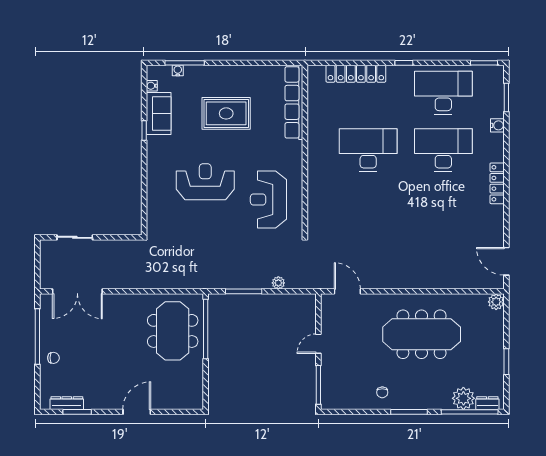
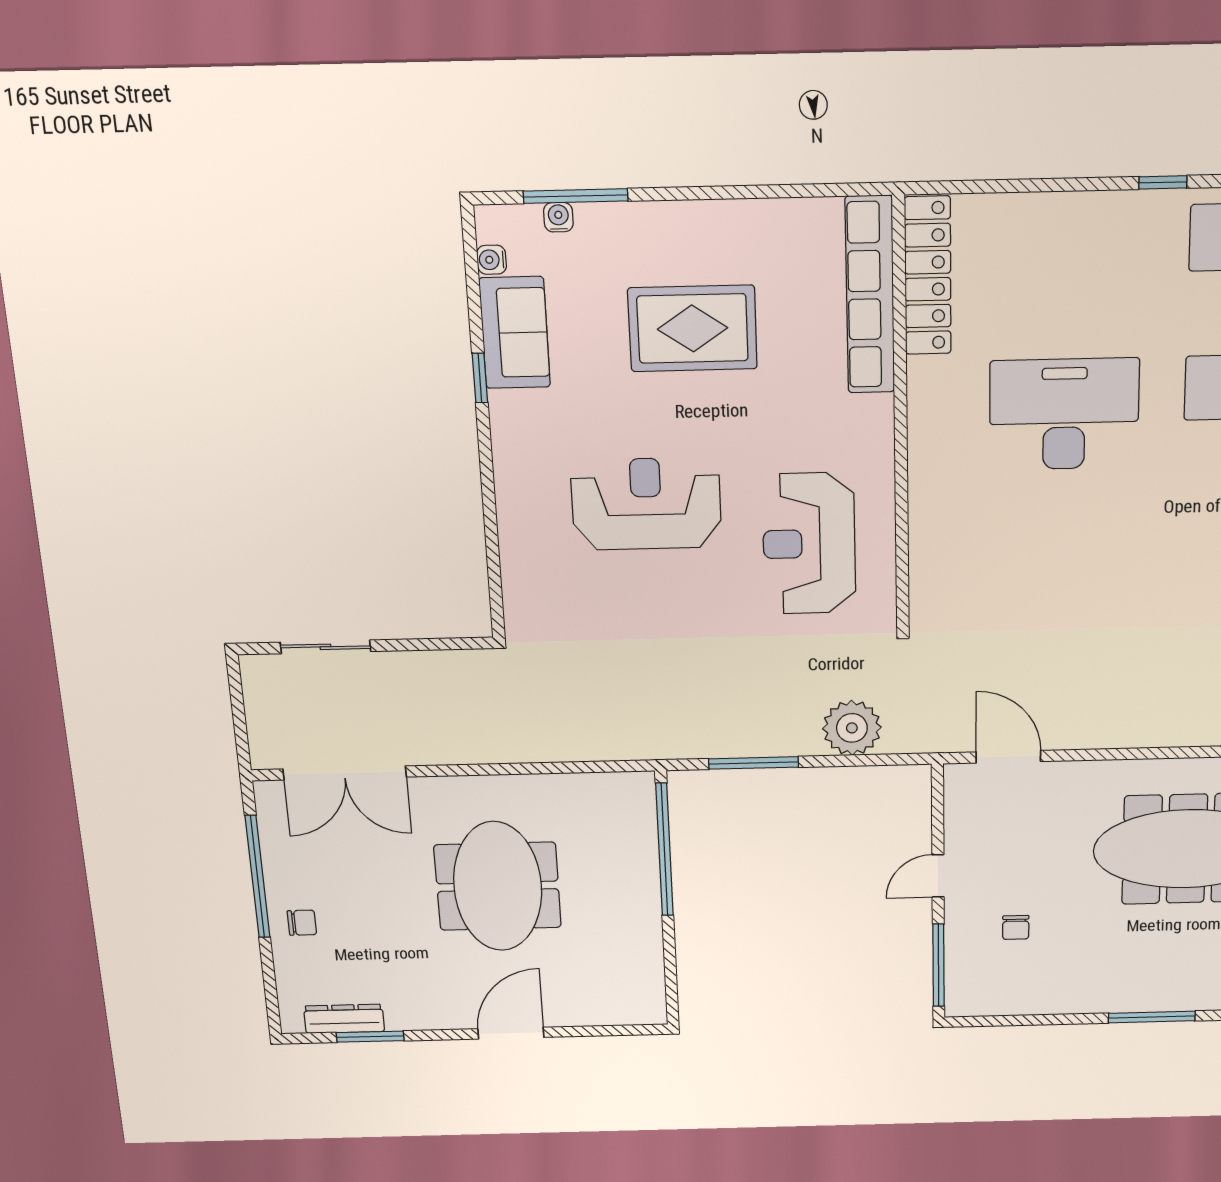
locker: (356, 74) -> (928, 276), moved, turned -90
plant: (278, 283) -> (852, 728), width x1.87, depth x1.87
meeting table: (173, 331) -> (498, 886), moved
chair: (382, 392) -> (1016, 927), moved

